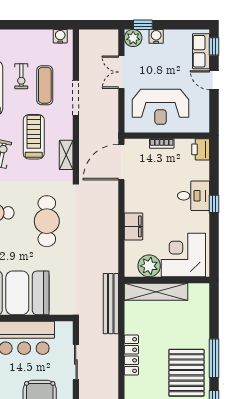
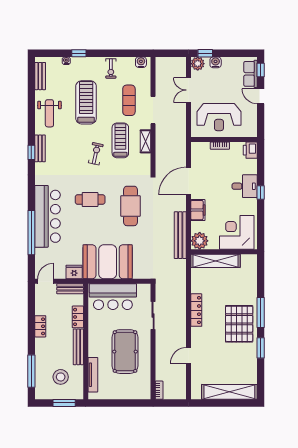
exercise bike: (21, 76) -> (111, 68), moved
shelving: (66, 155) -> (146, 141), moved
door: (121, 162) -> (189, 181), moved
plant: (149, 266) -> (200, 241), moved
bench: (111, 304) -> (180, 235), moved

